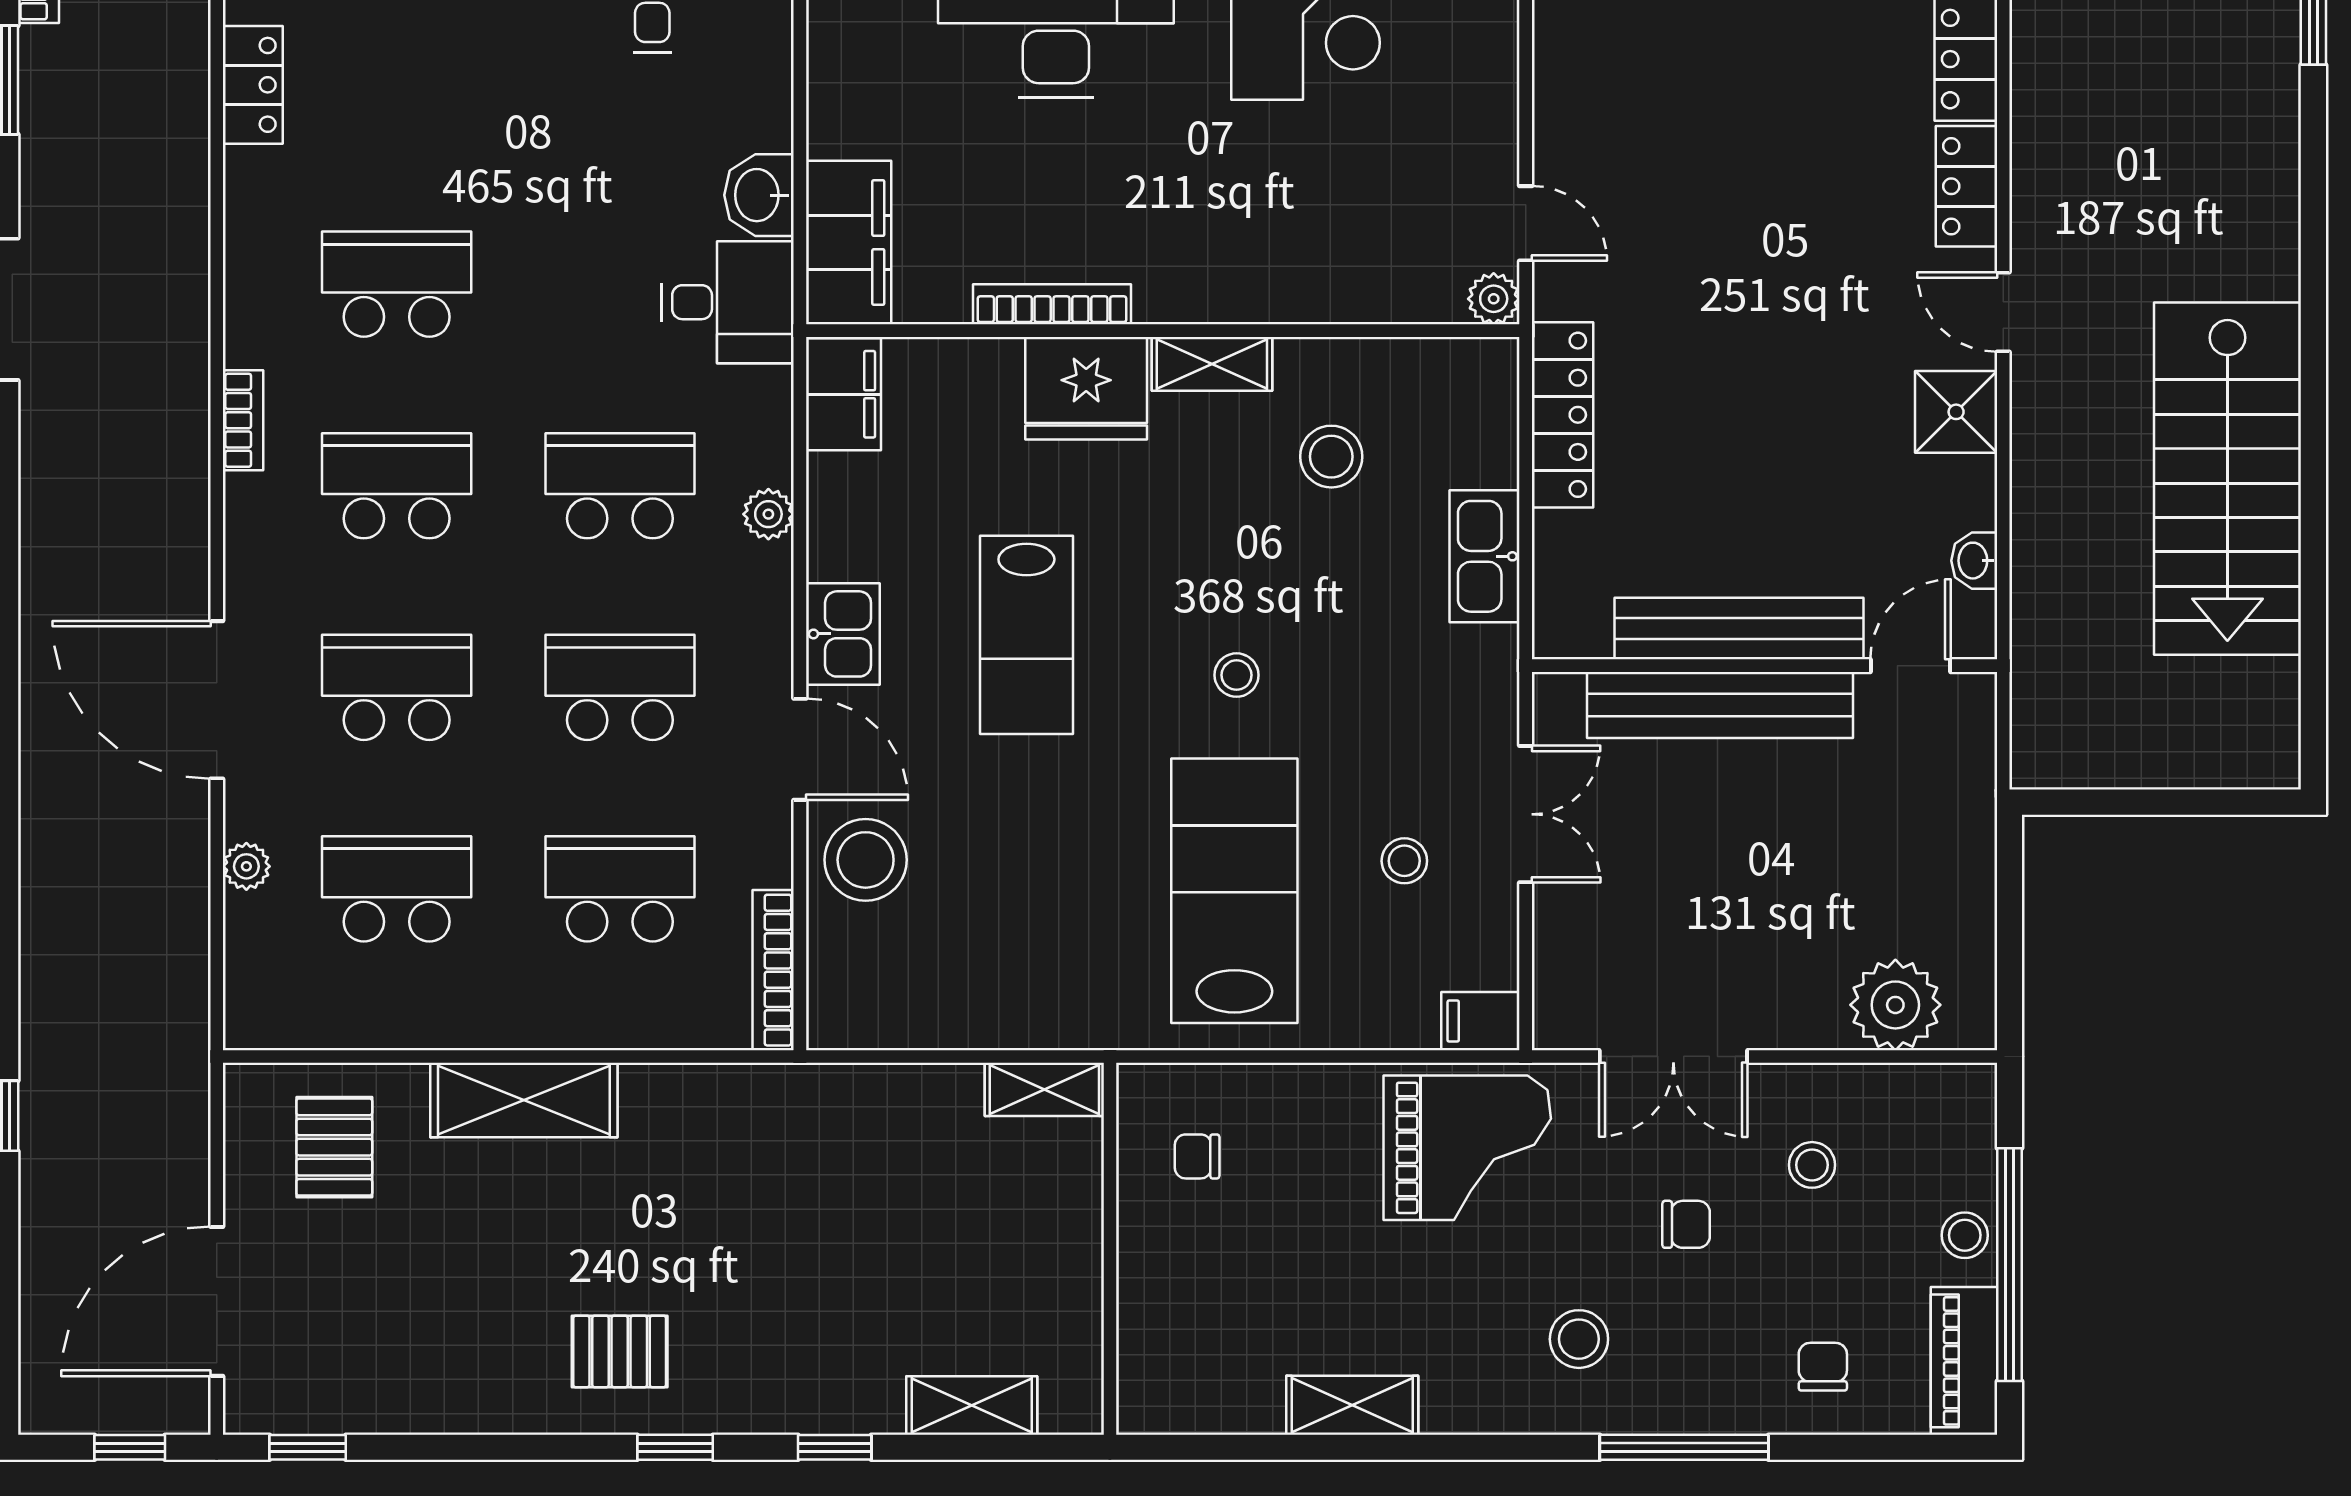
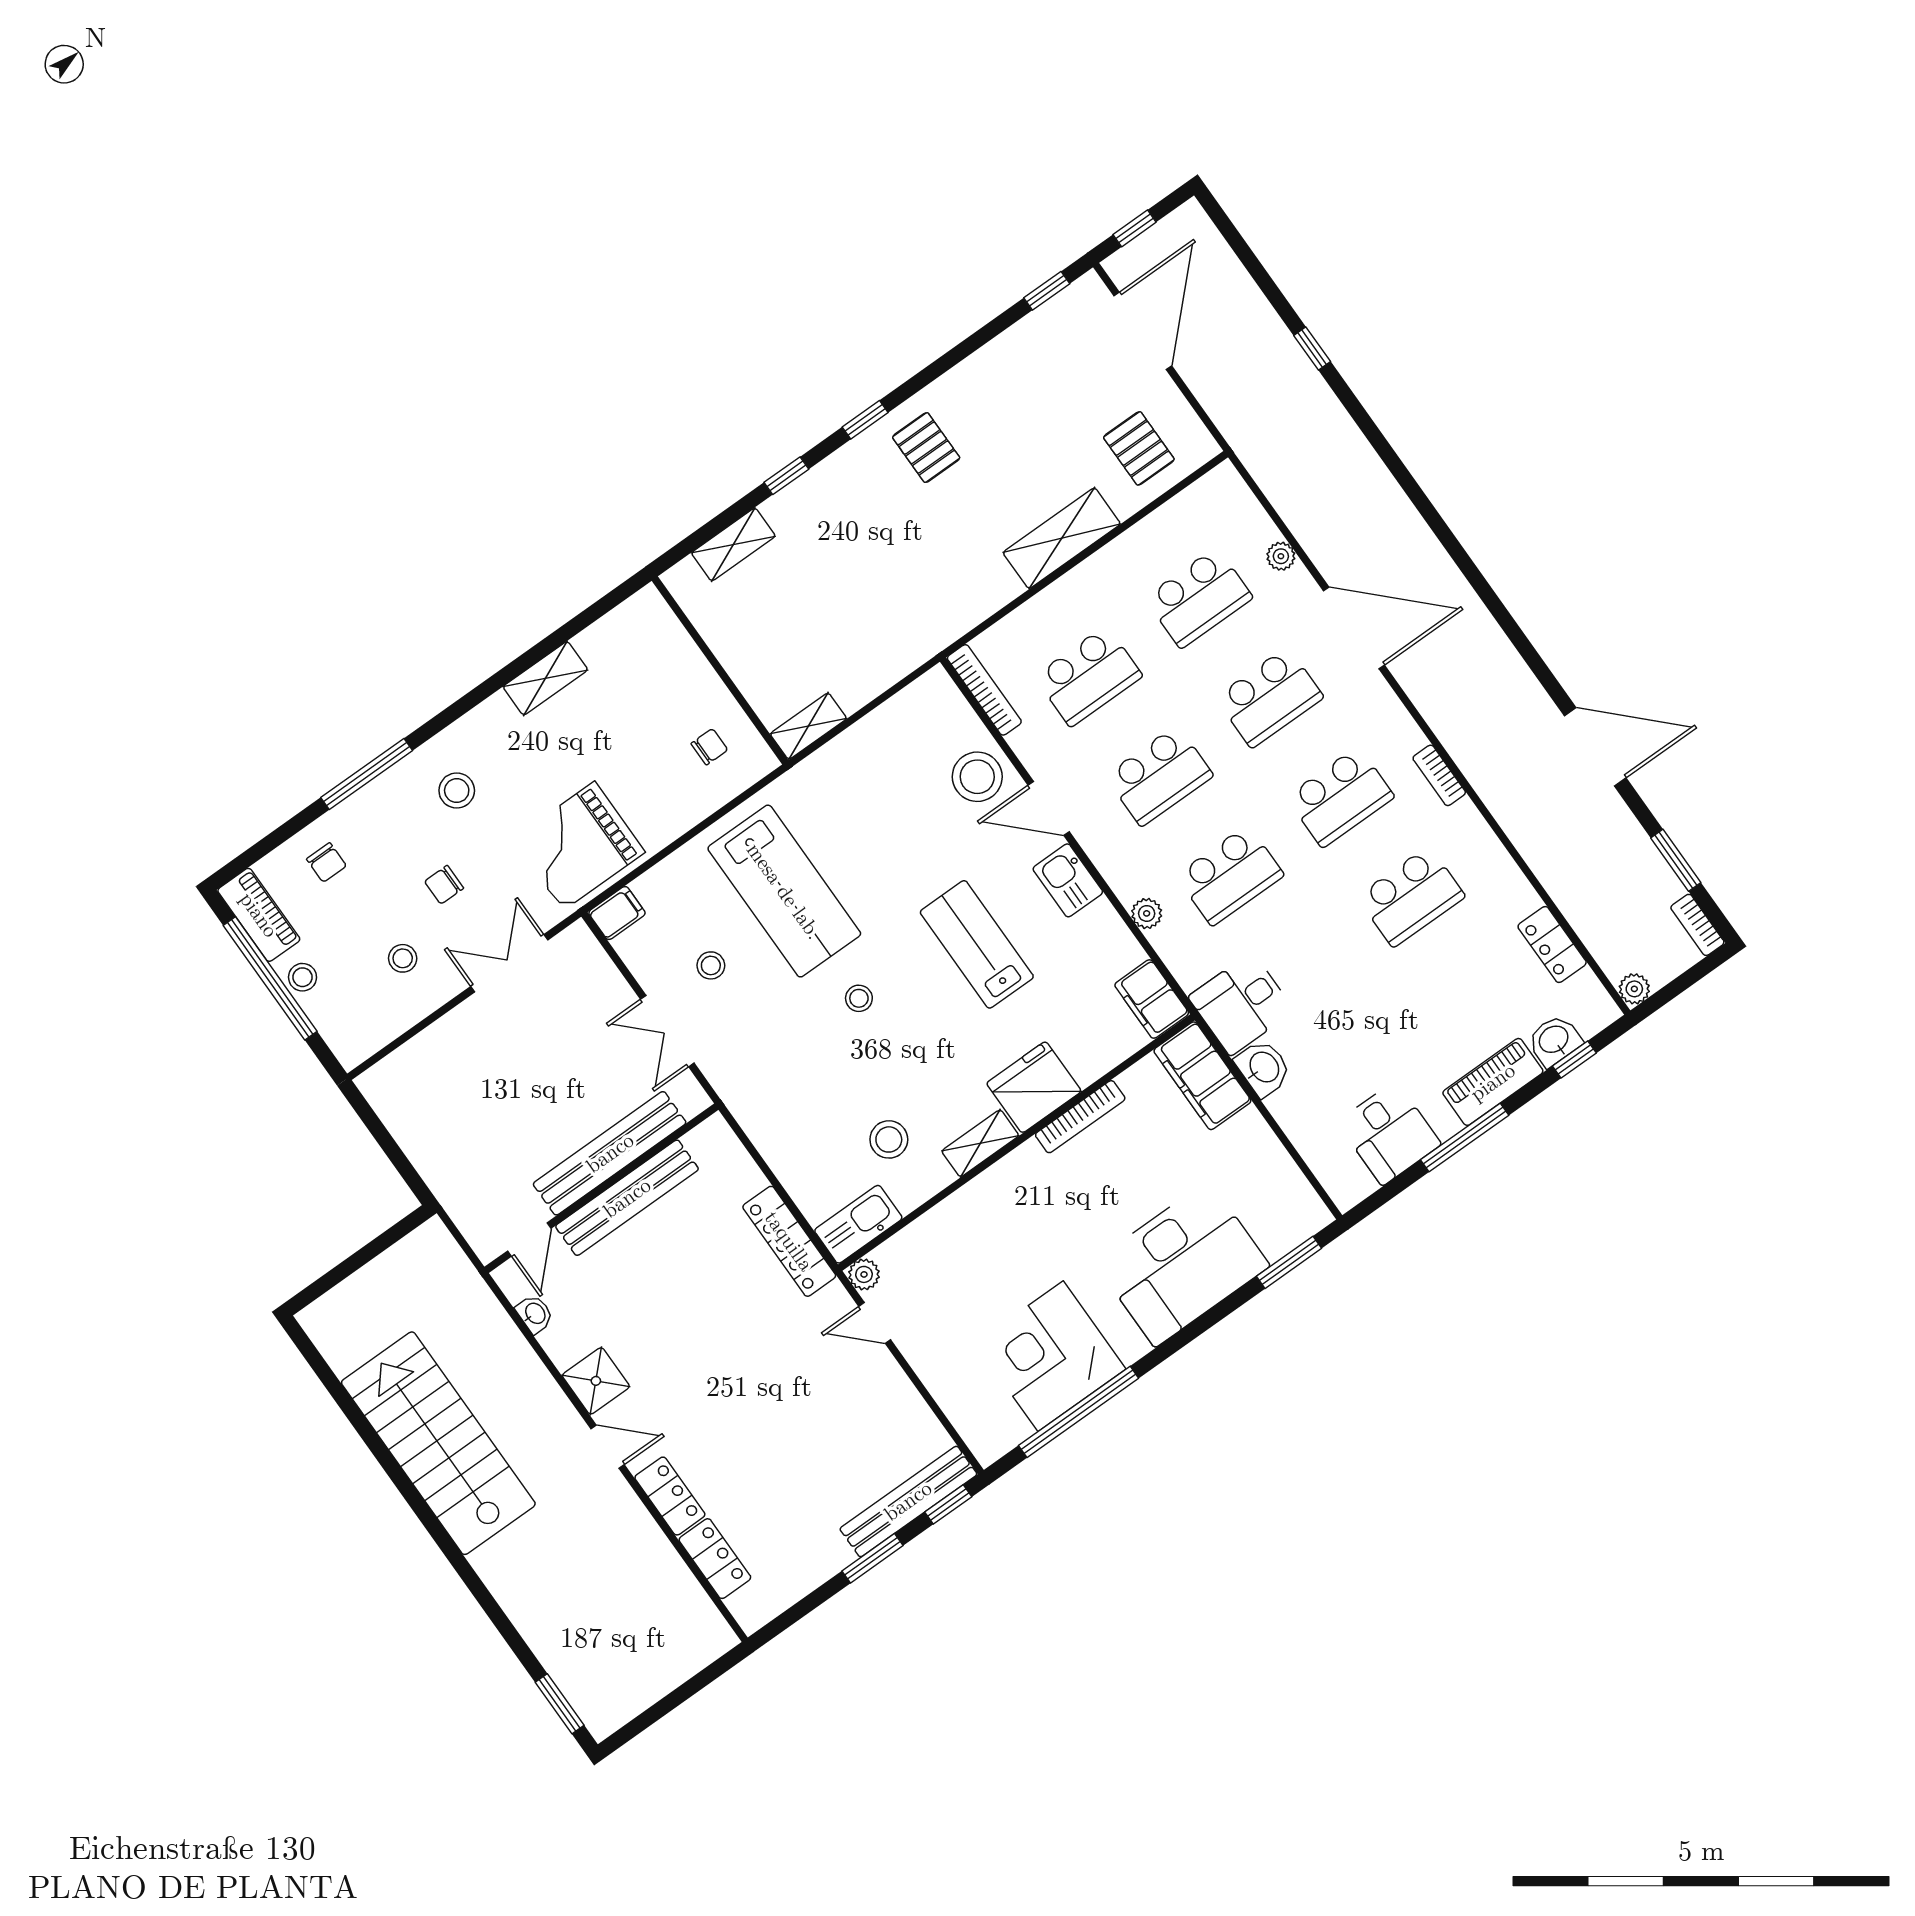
kitchen sink: (1485, 556) -> (858, 1224), moved, turned -90
plant: (1895, 1005) -> (418, 1067), removed
pallet: (620, 1351) -> (926, 448), turned 90

